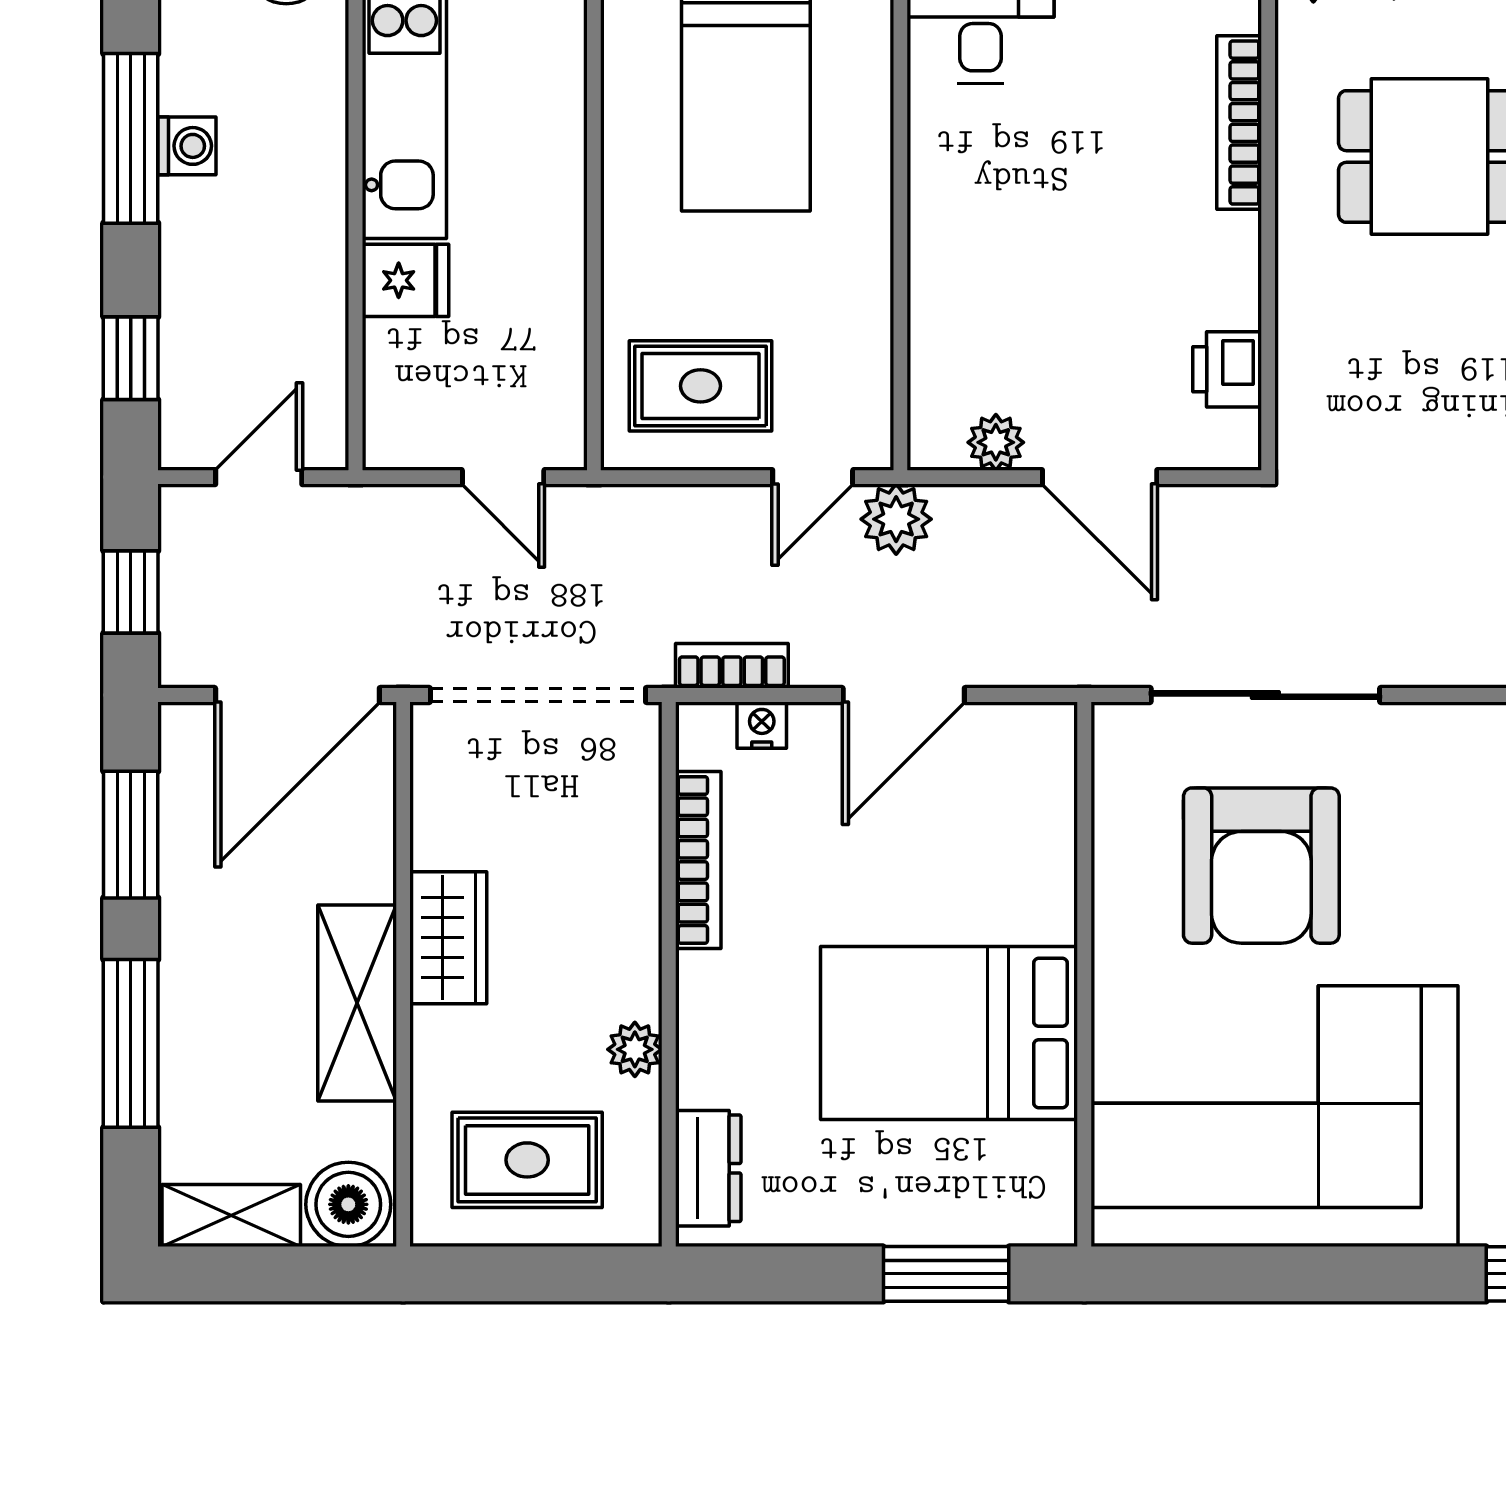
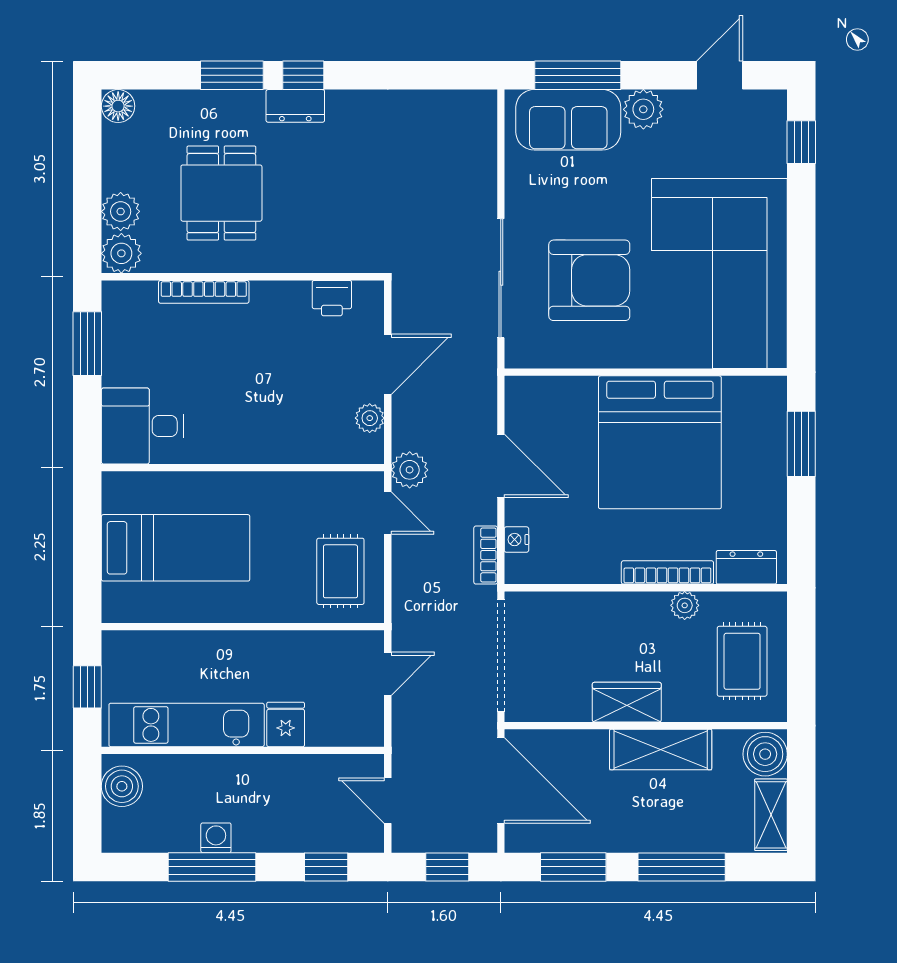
bookcase: (698, 860) -> (667, 572), moved
bed: (949, 1033) -> (660, 442), width x1.36

